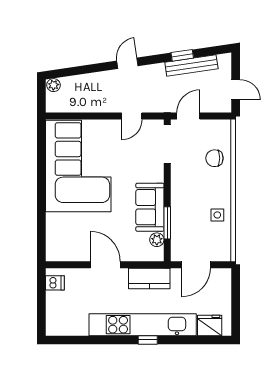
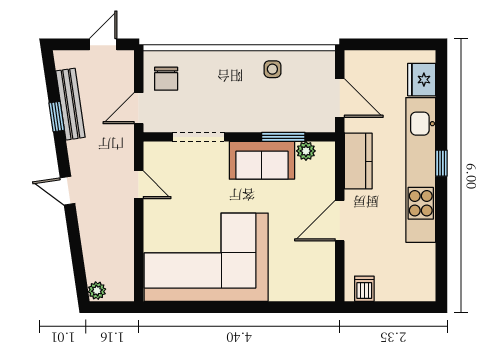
door: (188, 116) -> (139, 108), hinge flipped
doorway: (167, 144) -> (198, 137), moved
chair: (214, 158) -> (166, 79), moved

